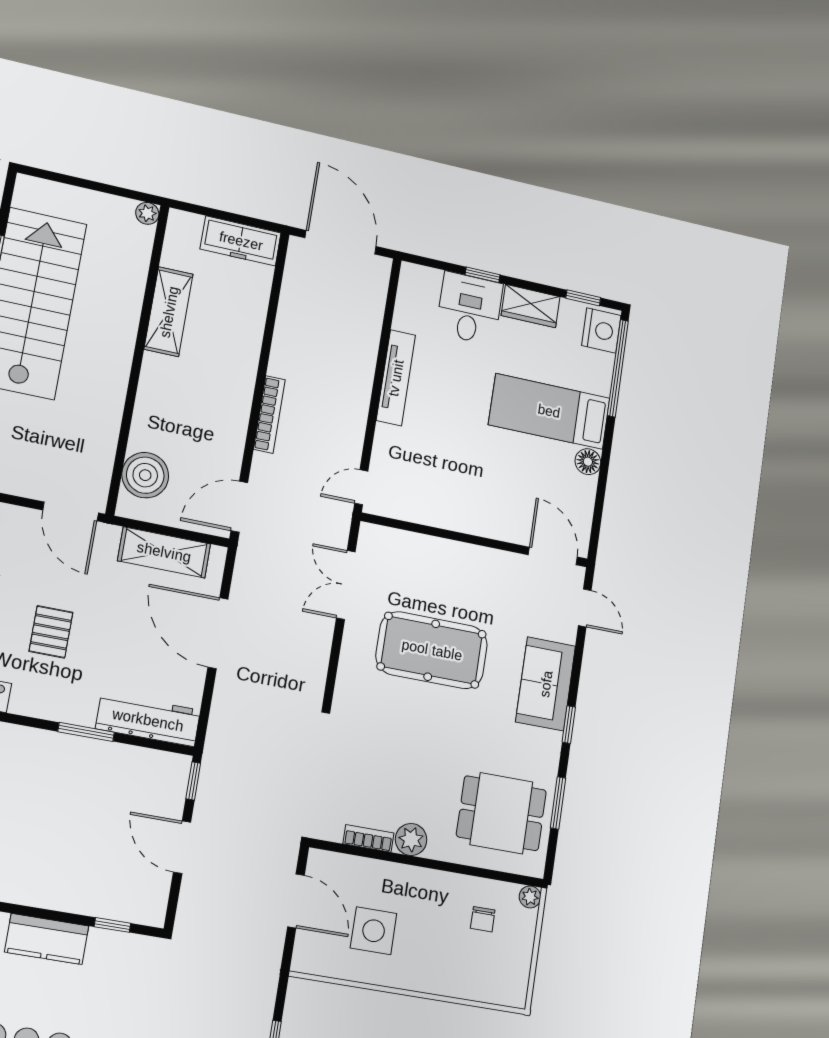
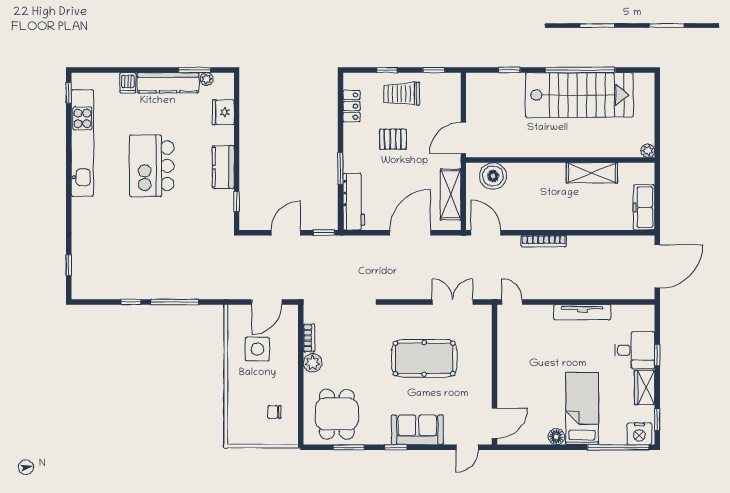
pool table: (432, 650) -> (424, 358), turned 90
plant: (530, 897) -> (292, 438), removed

